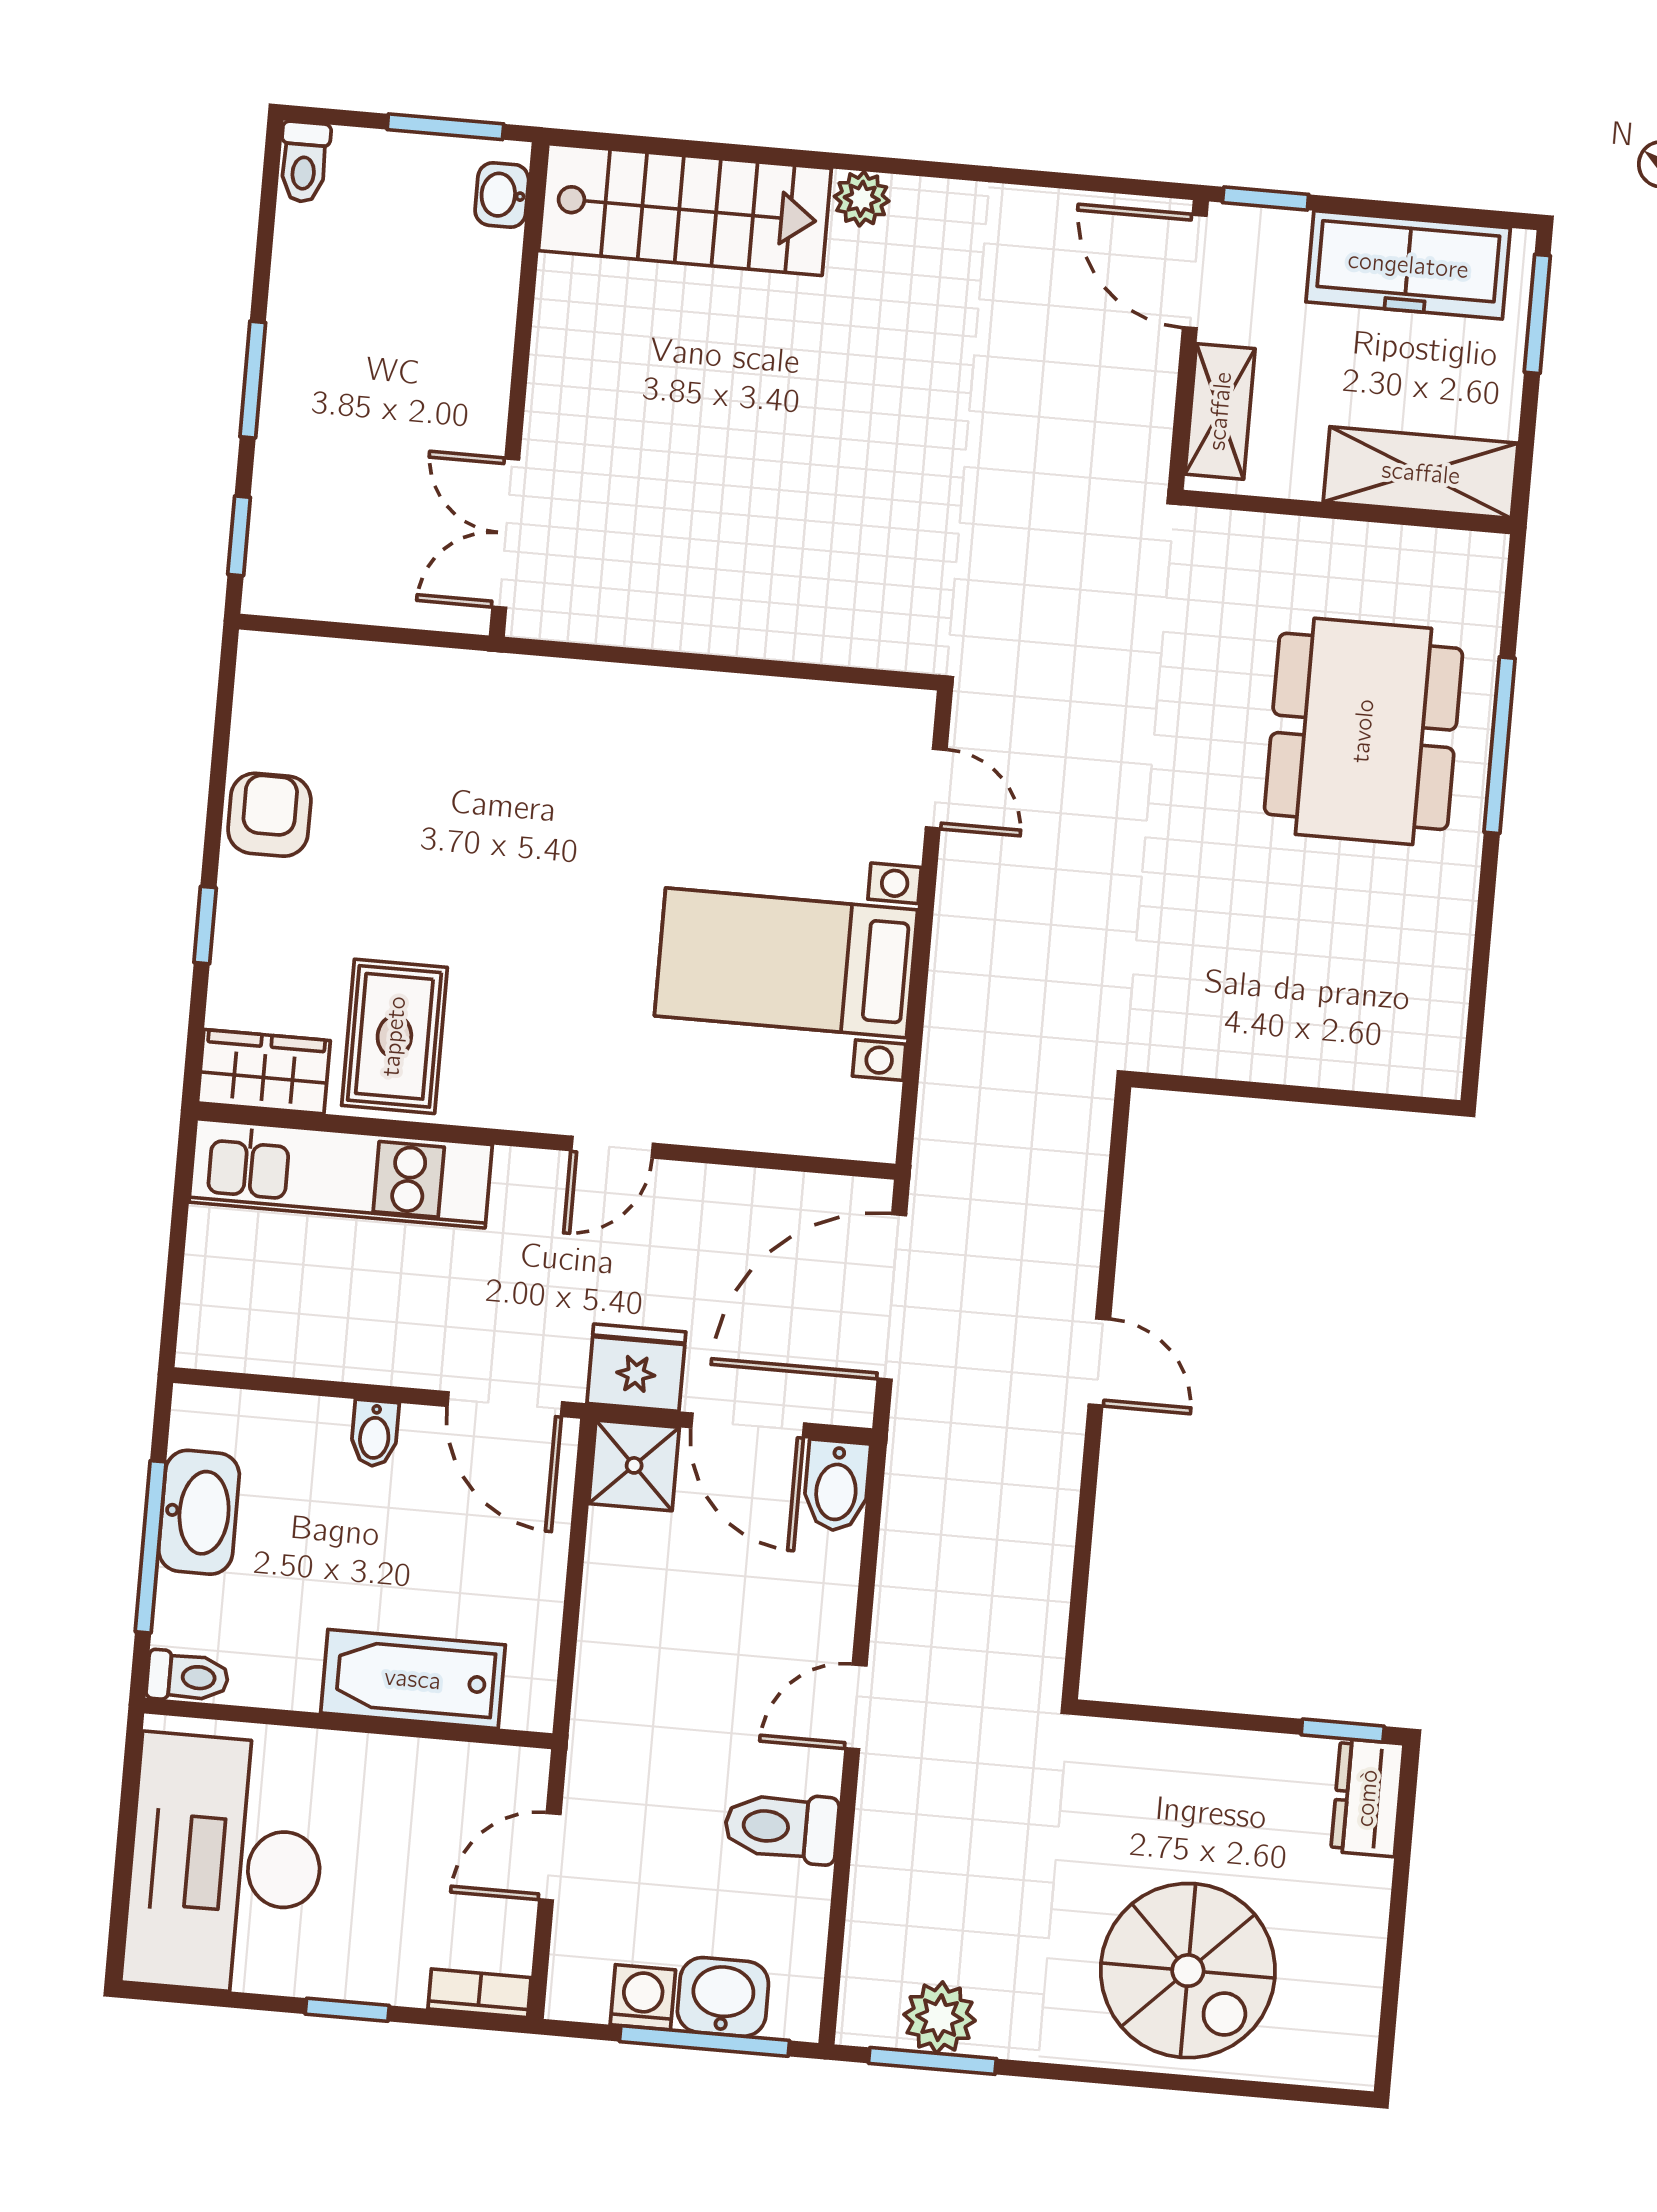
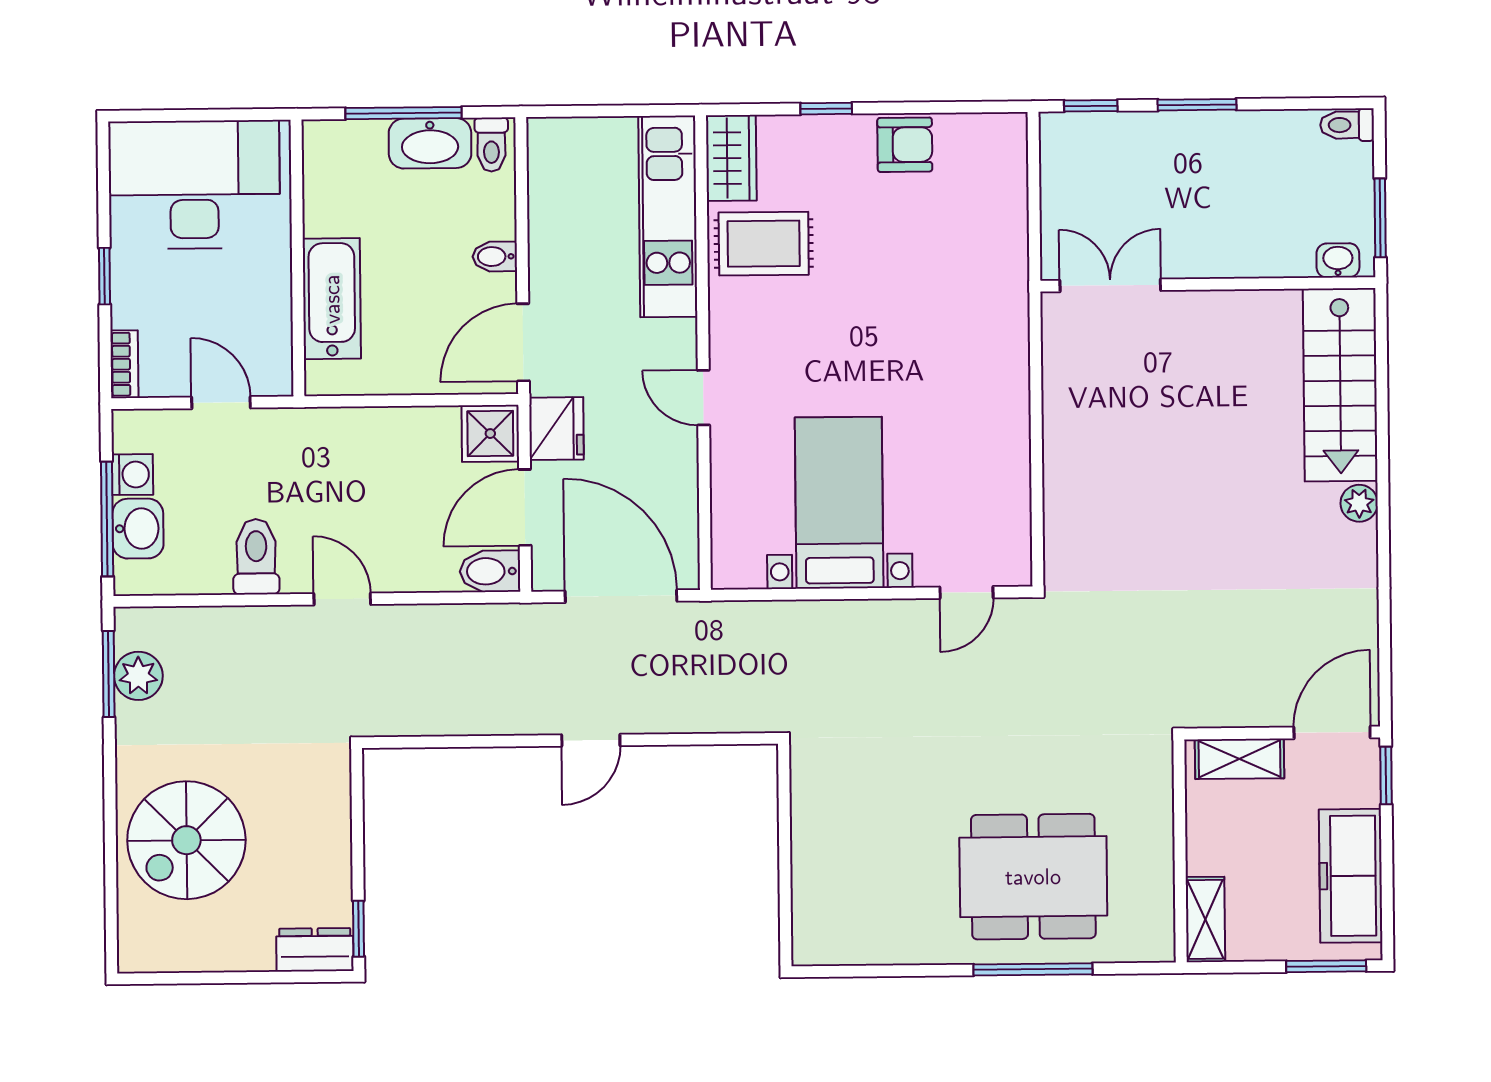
shelving: (1421, 473) -> (1205, 919), width x0.67, depth x0.75
toilet: (187, 1677) -> (491, 145), moved

